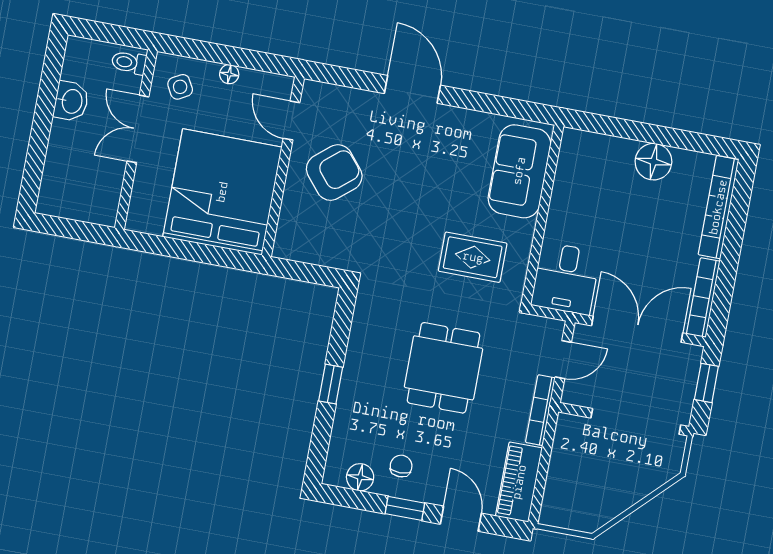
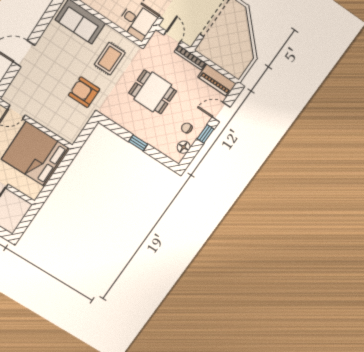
armchair: (334, 173) -> (84, 92), moved, turned -50

